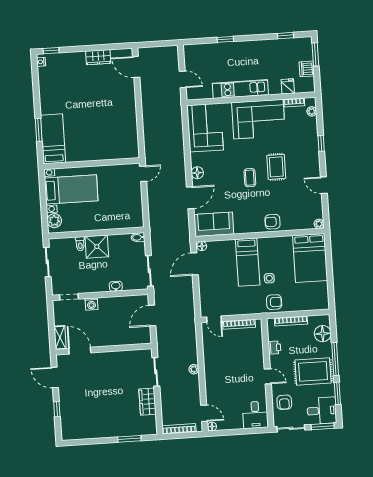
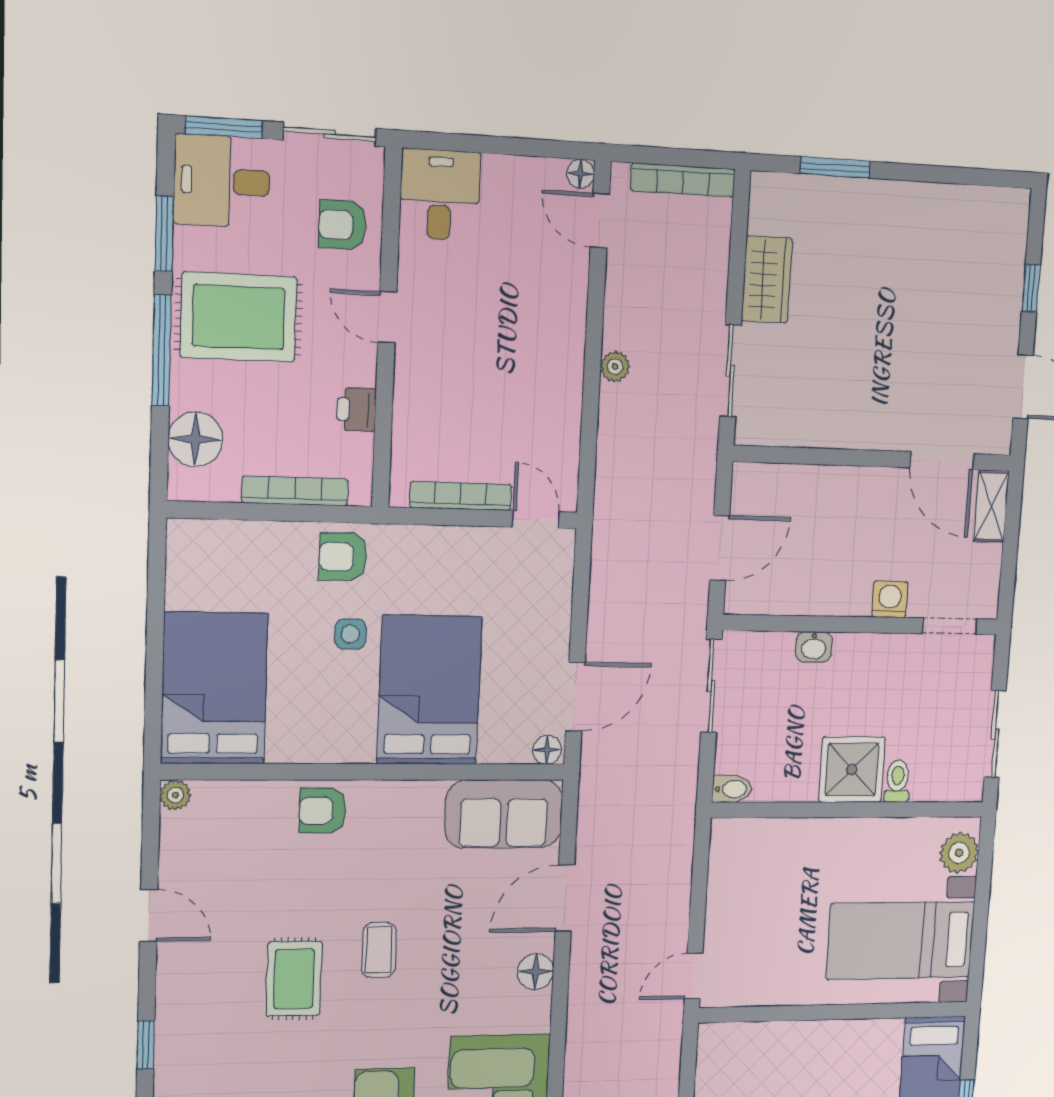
armchair: (273, 222) -> (323, 811), turned 180
bed: (248, 262) -> (430, 690), width x1.50
armchair: (284, 402) -> (342, 225), turned -90

